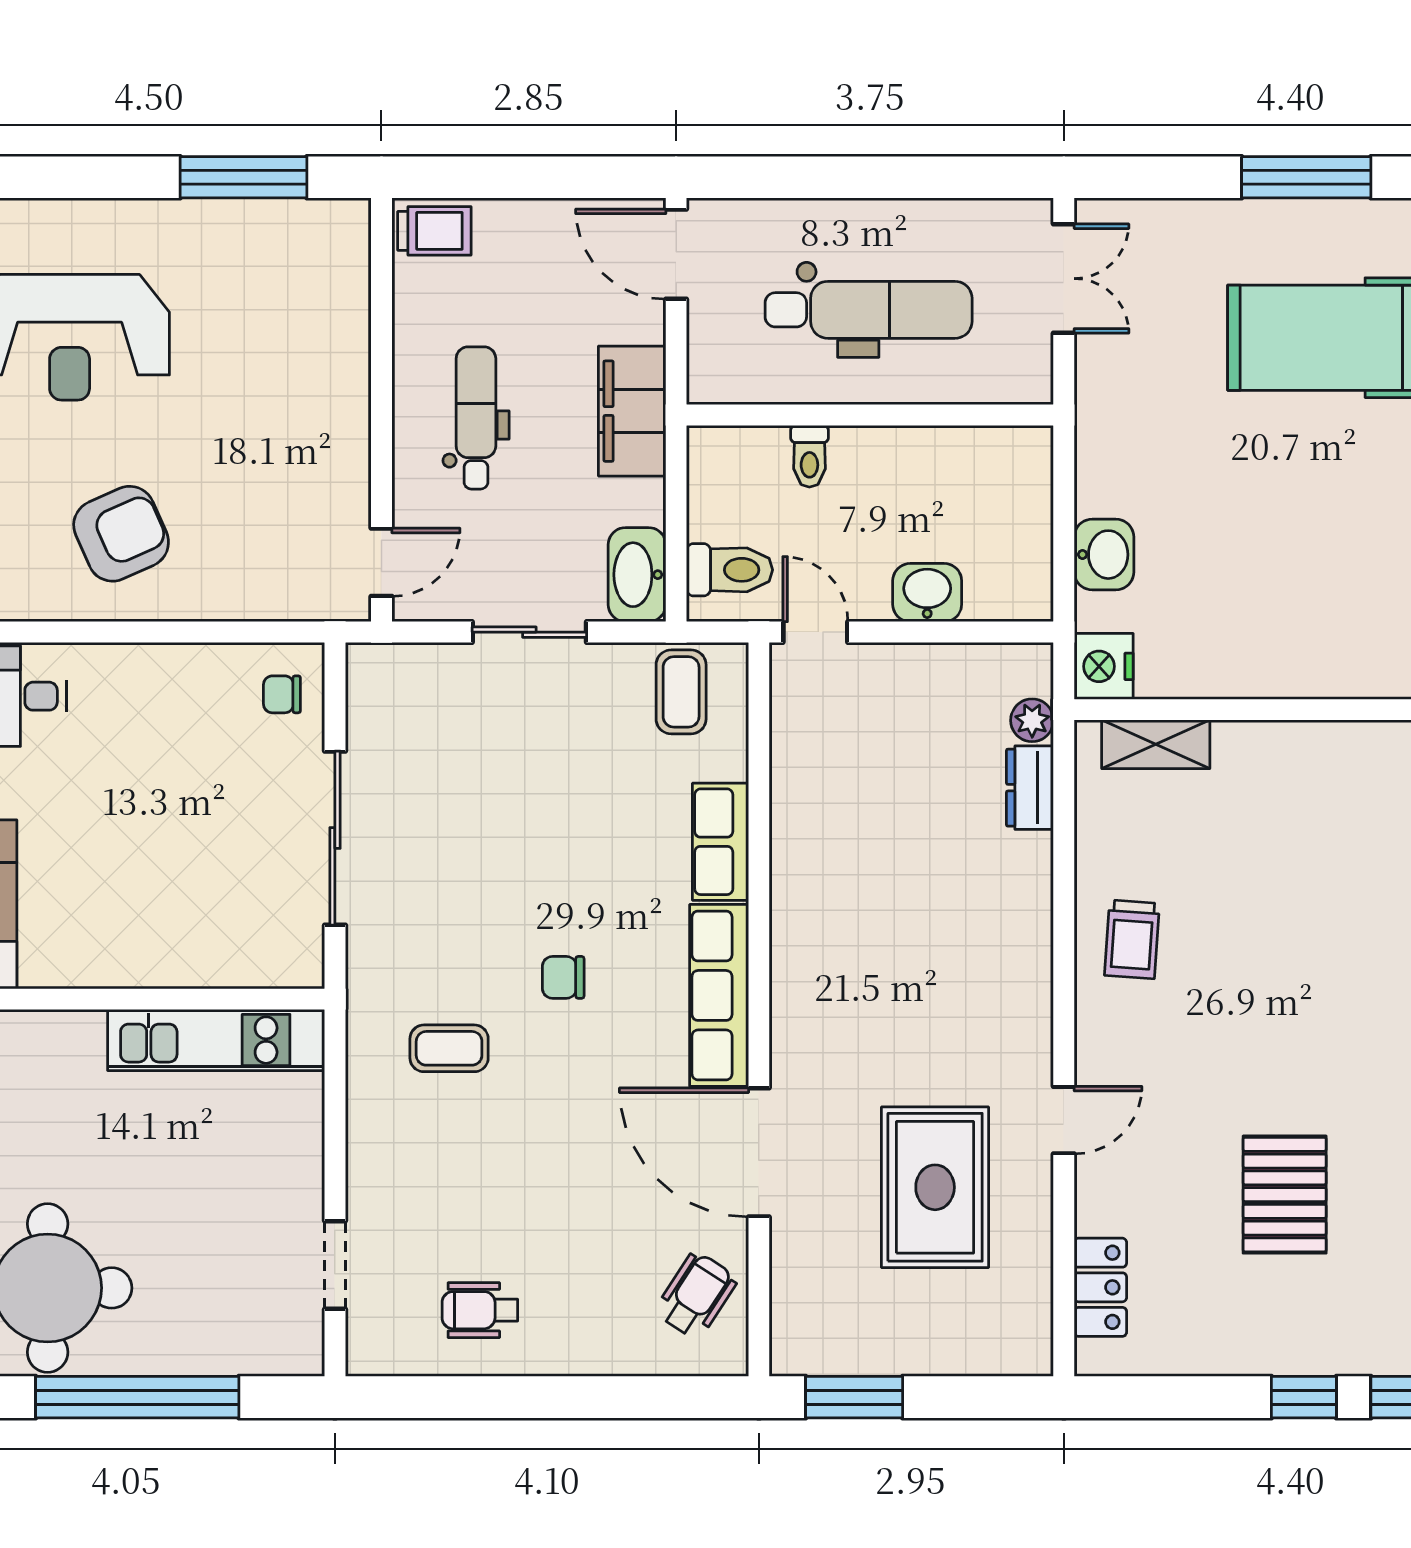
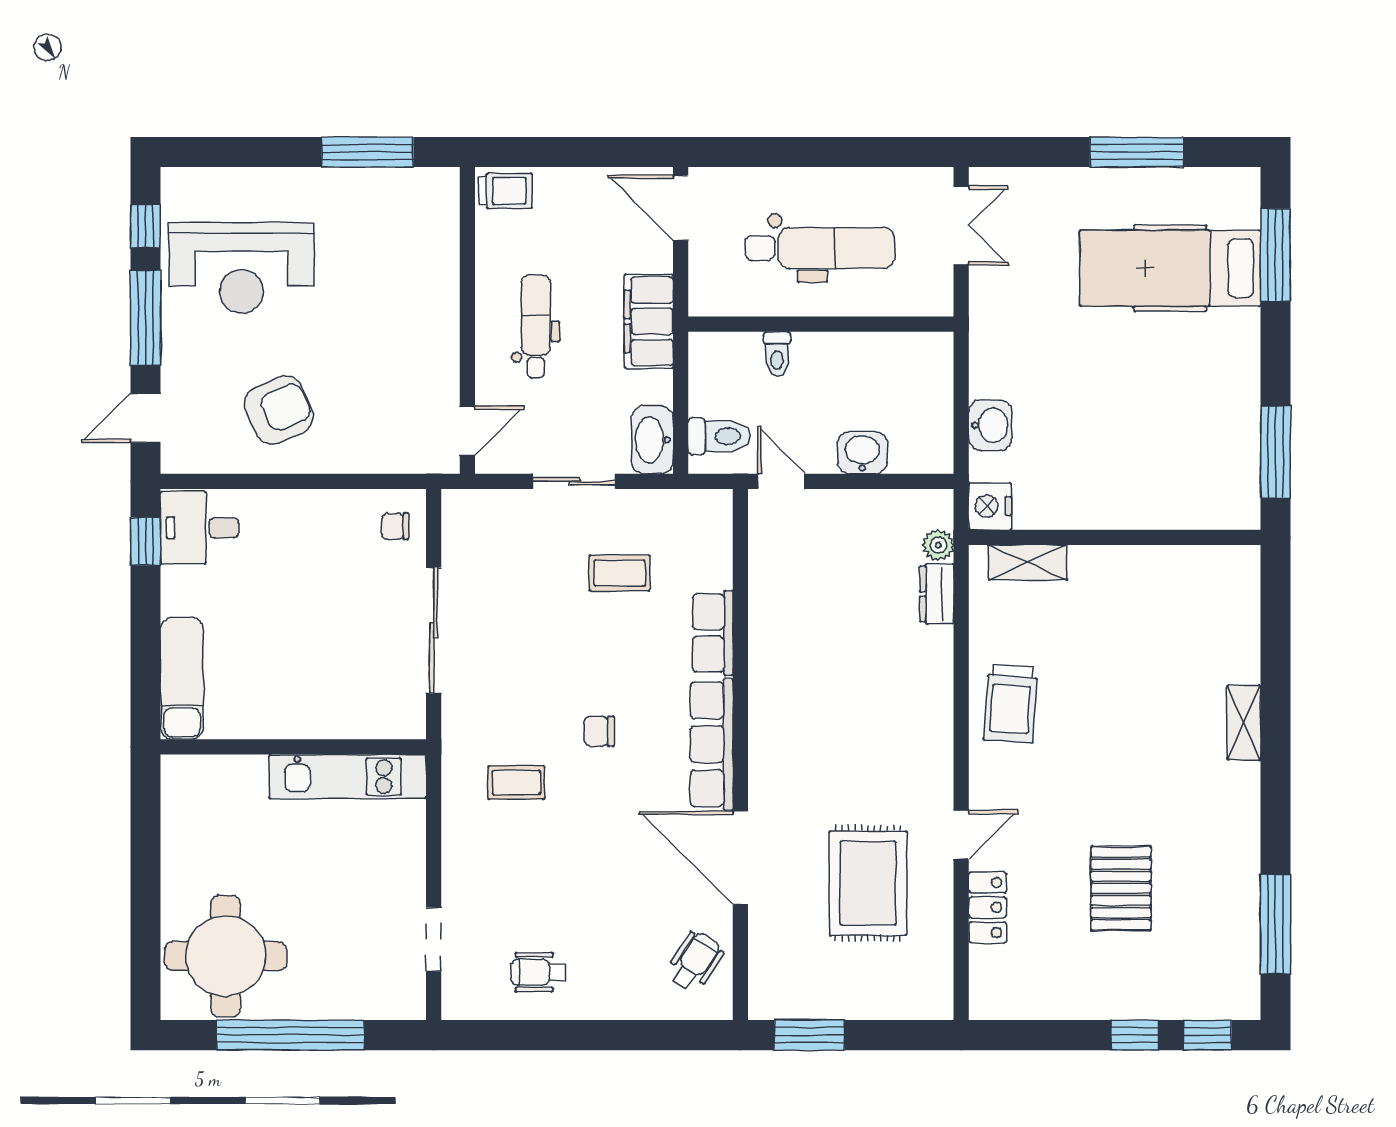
coffee table: (681, 692) -> (620, 573), moved, turned 90
trolley: (1132, 939) -> (1011, 704), width x1.36, depth x1.39
locker: (1100, 1287) -> (988, 907), moved

